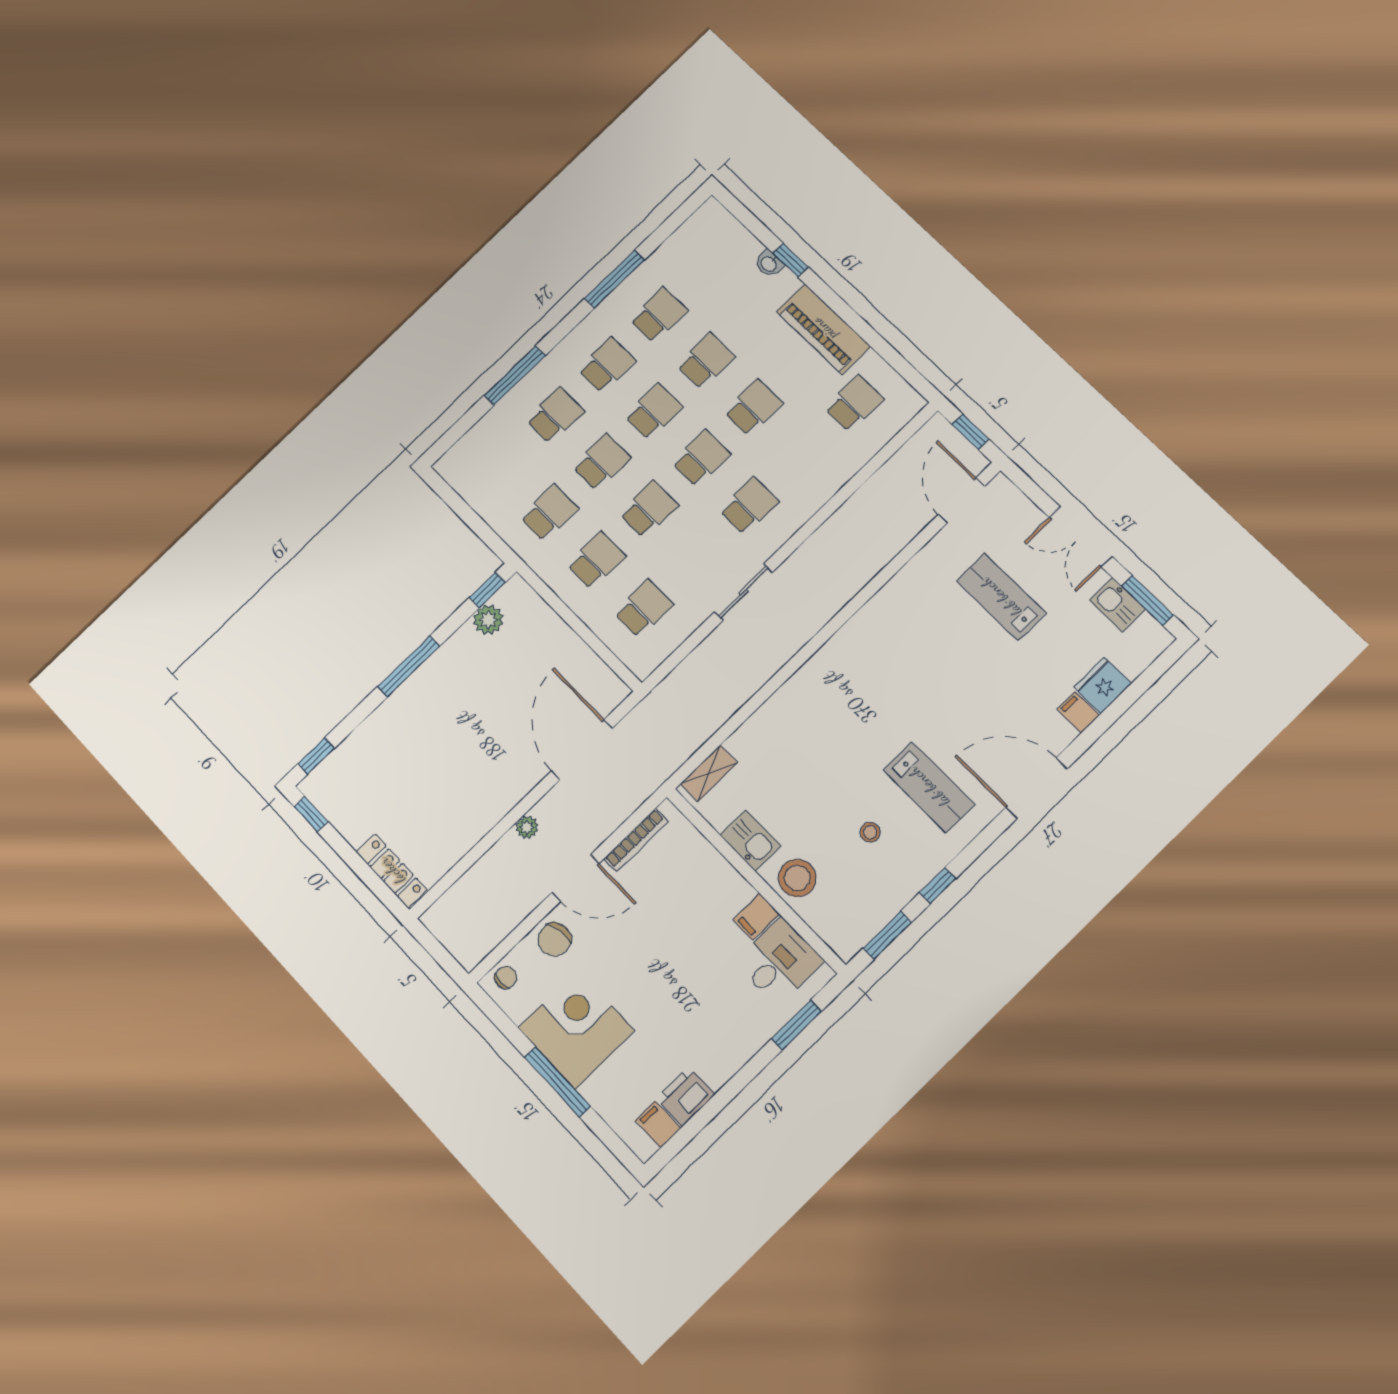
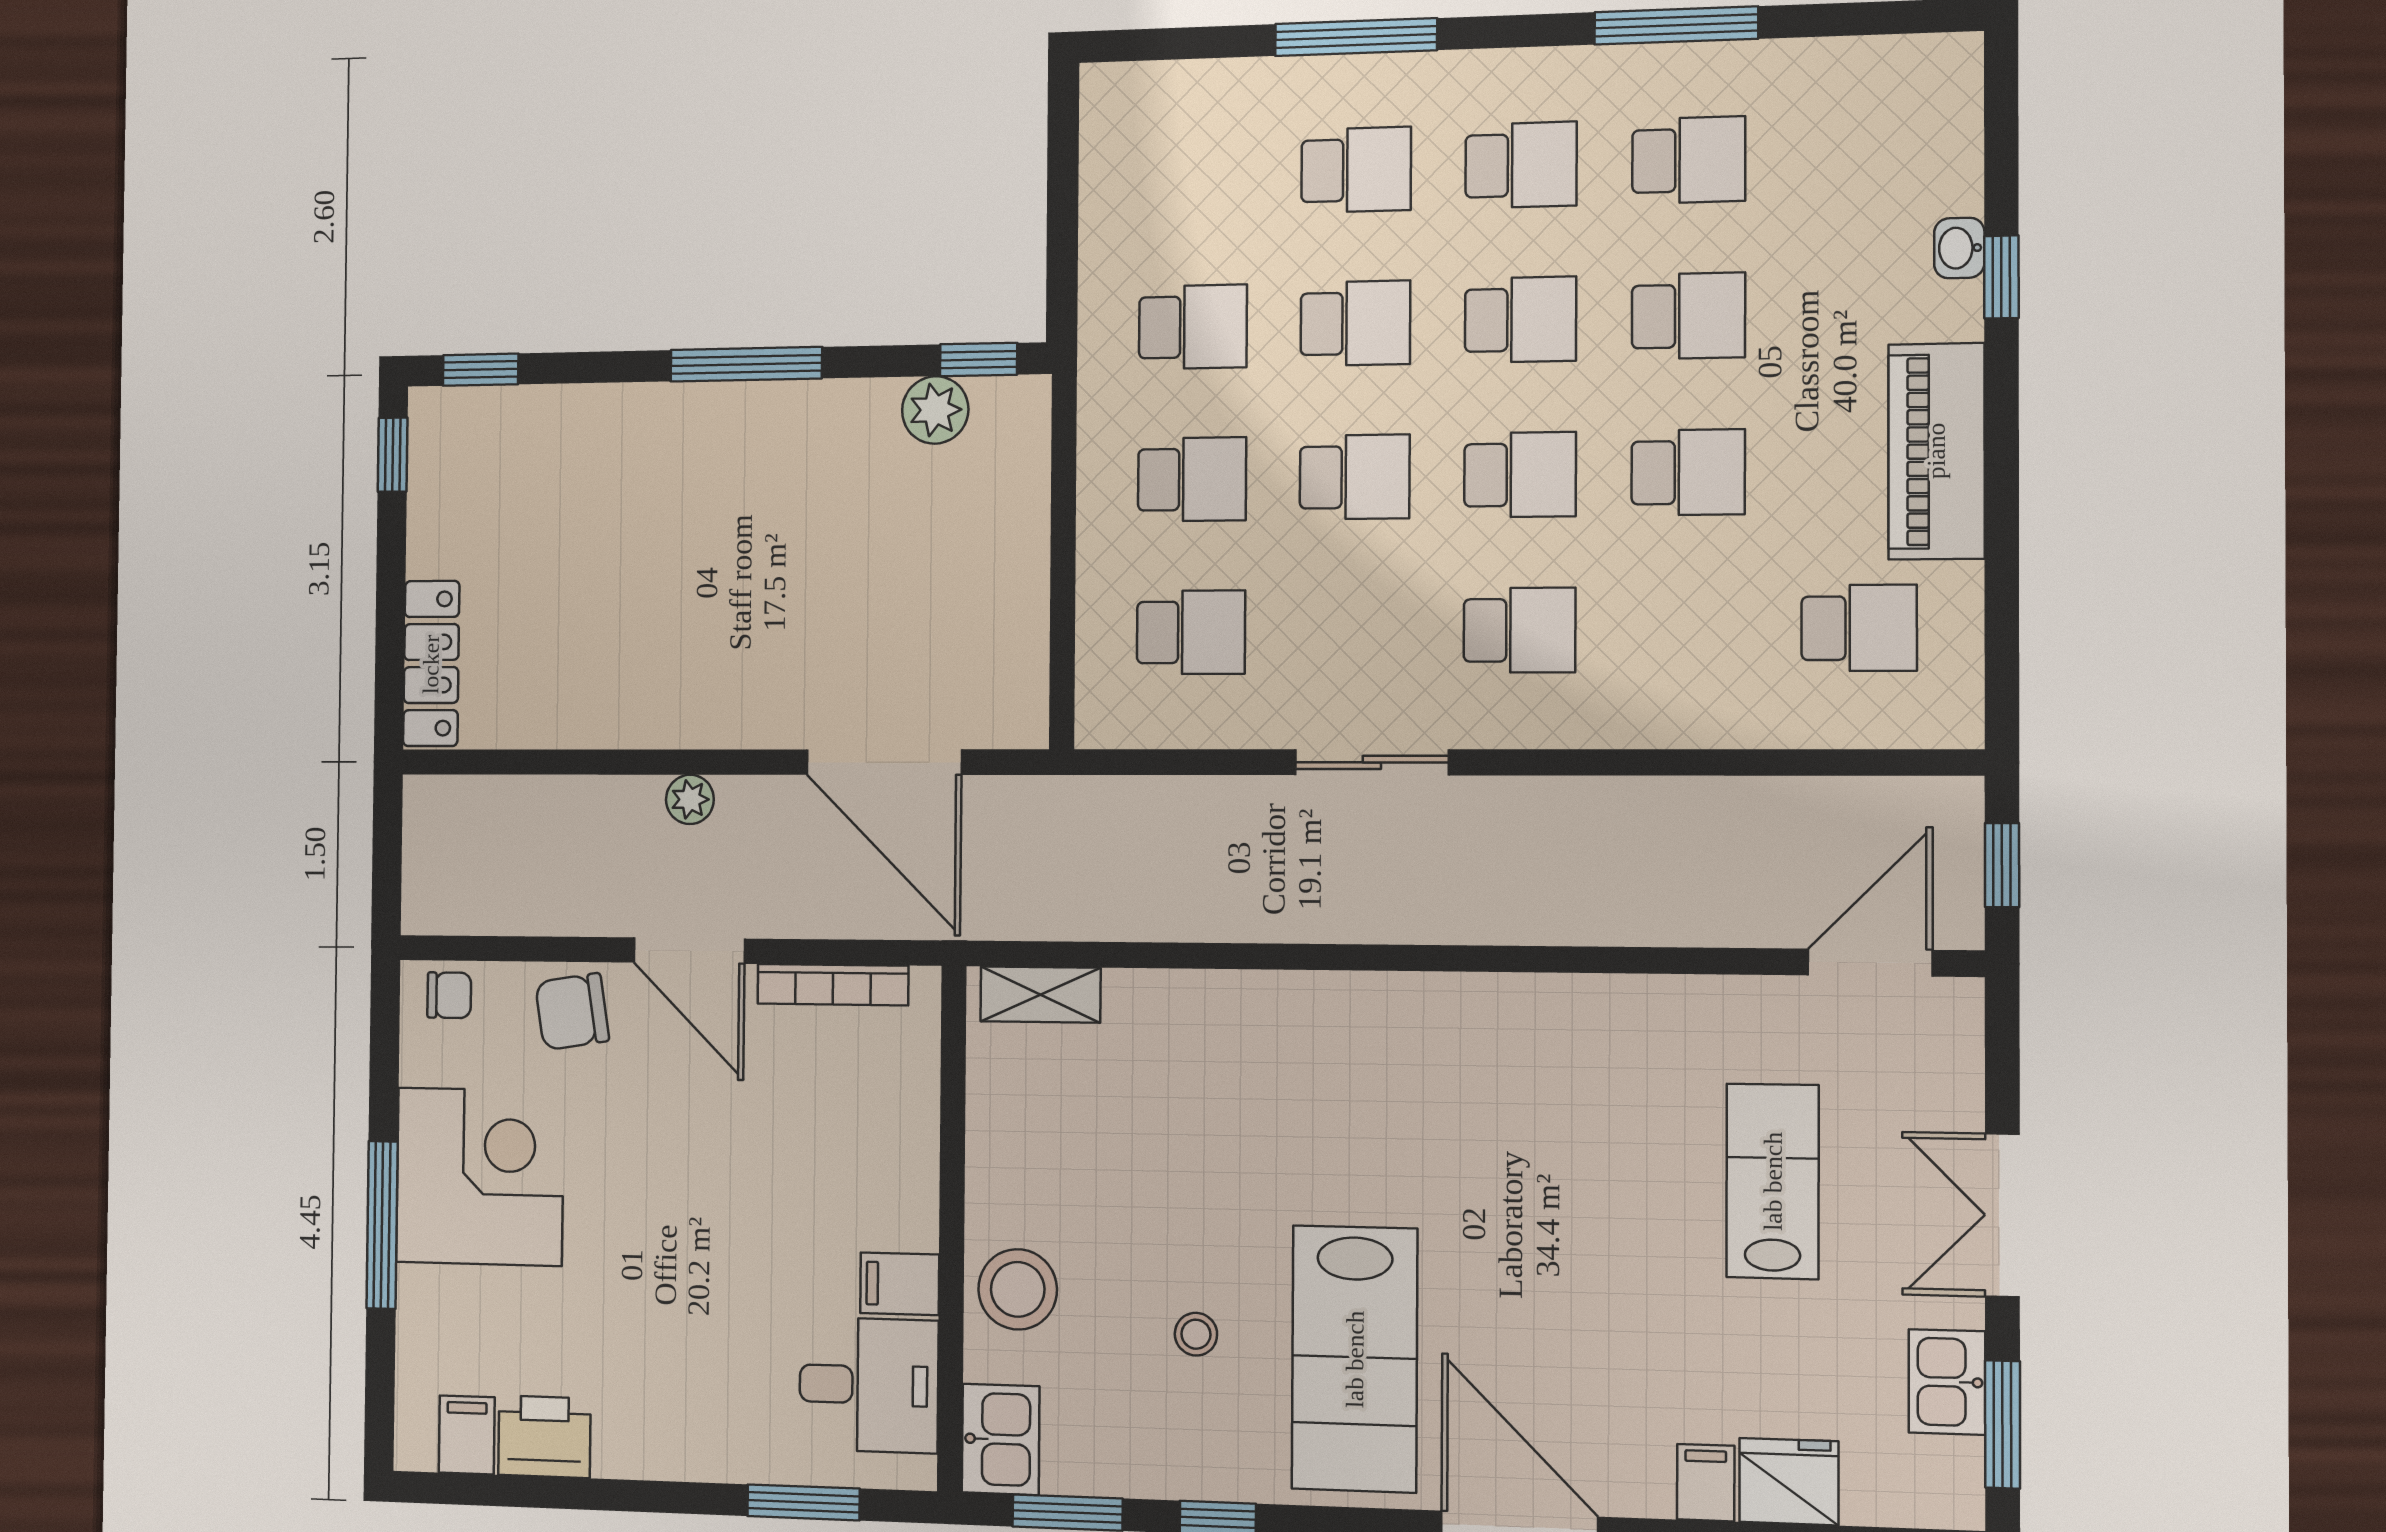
door: (582, 750) -> (884, 762), swing flipped
lab bench: (929, 787) -> (1355, 1359), width x1.36, depth x1.39
kitchen sink: (750, 840) -> (1001, 1439), moved

